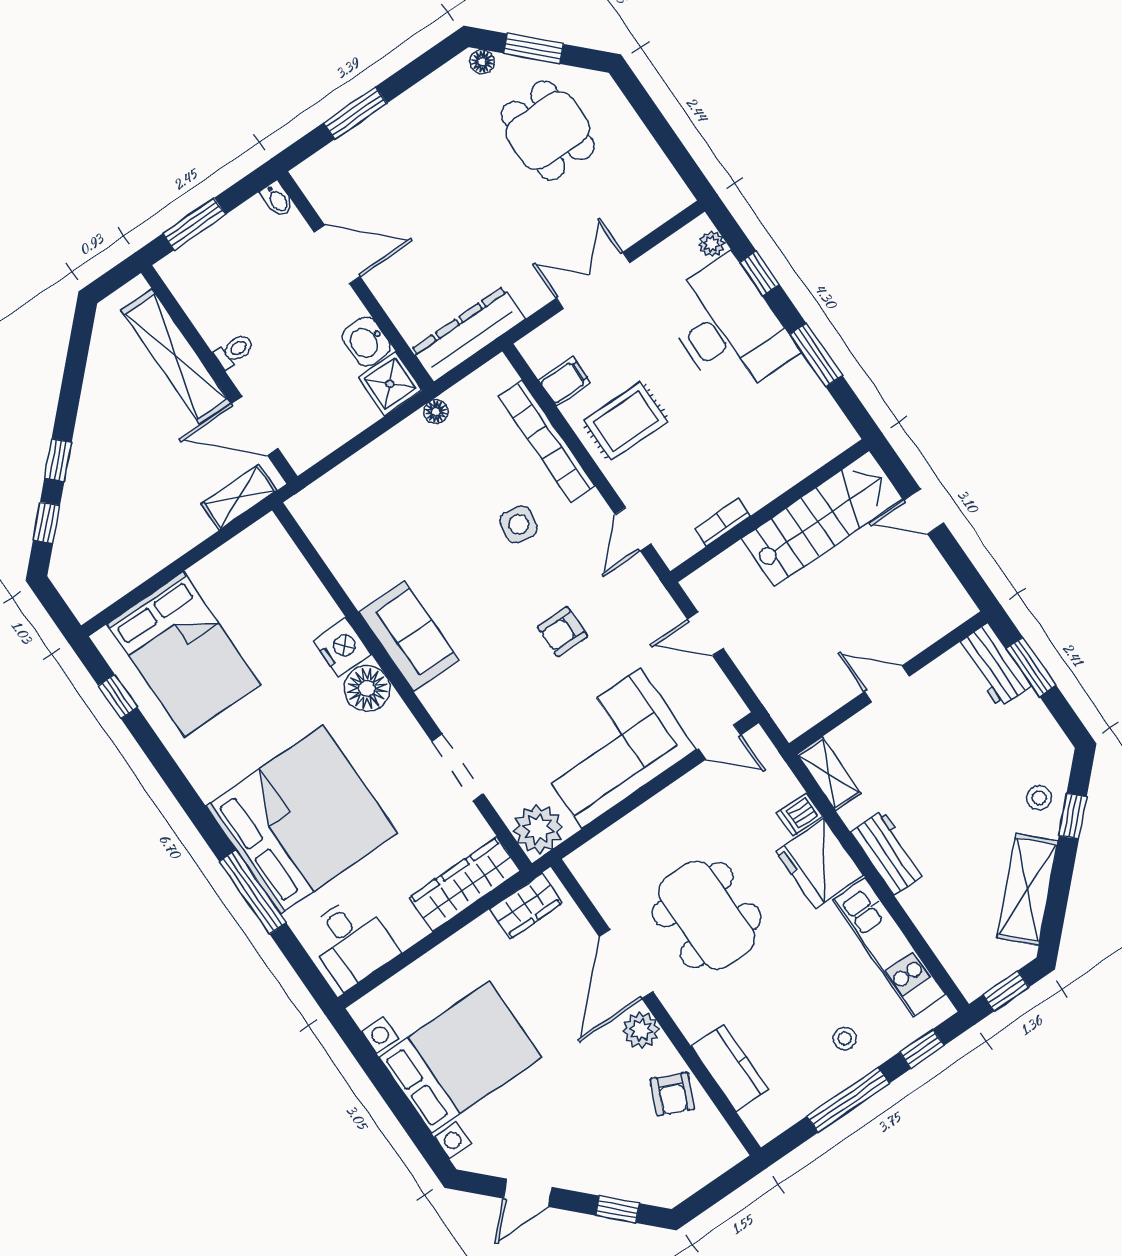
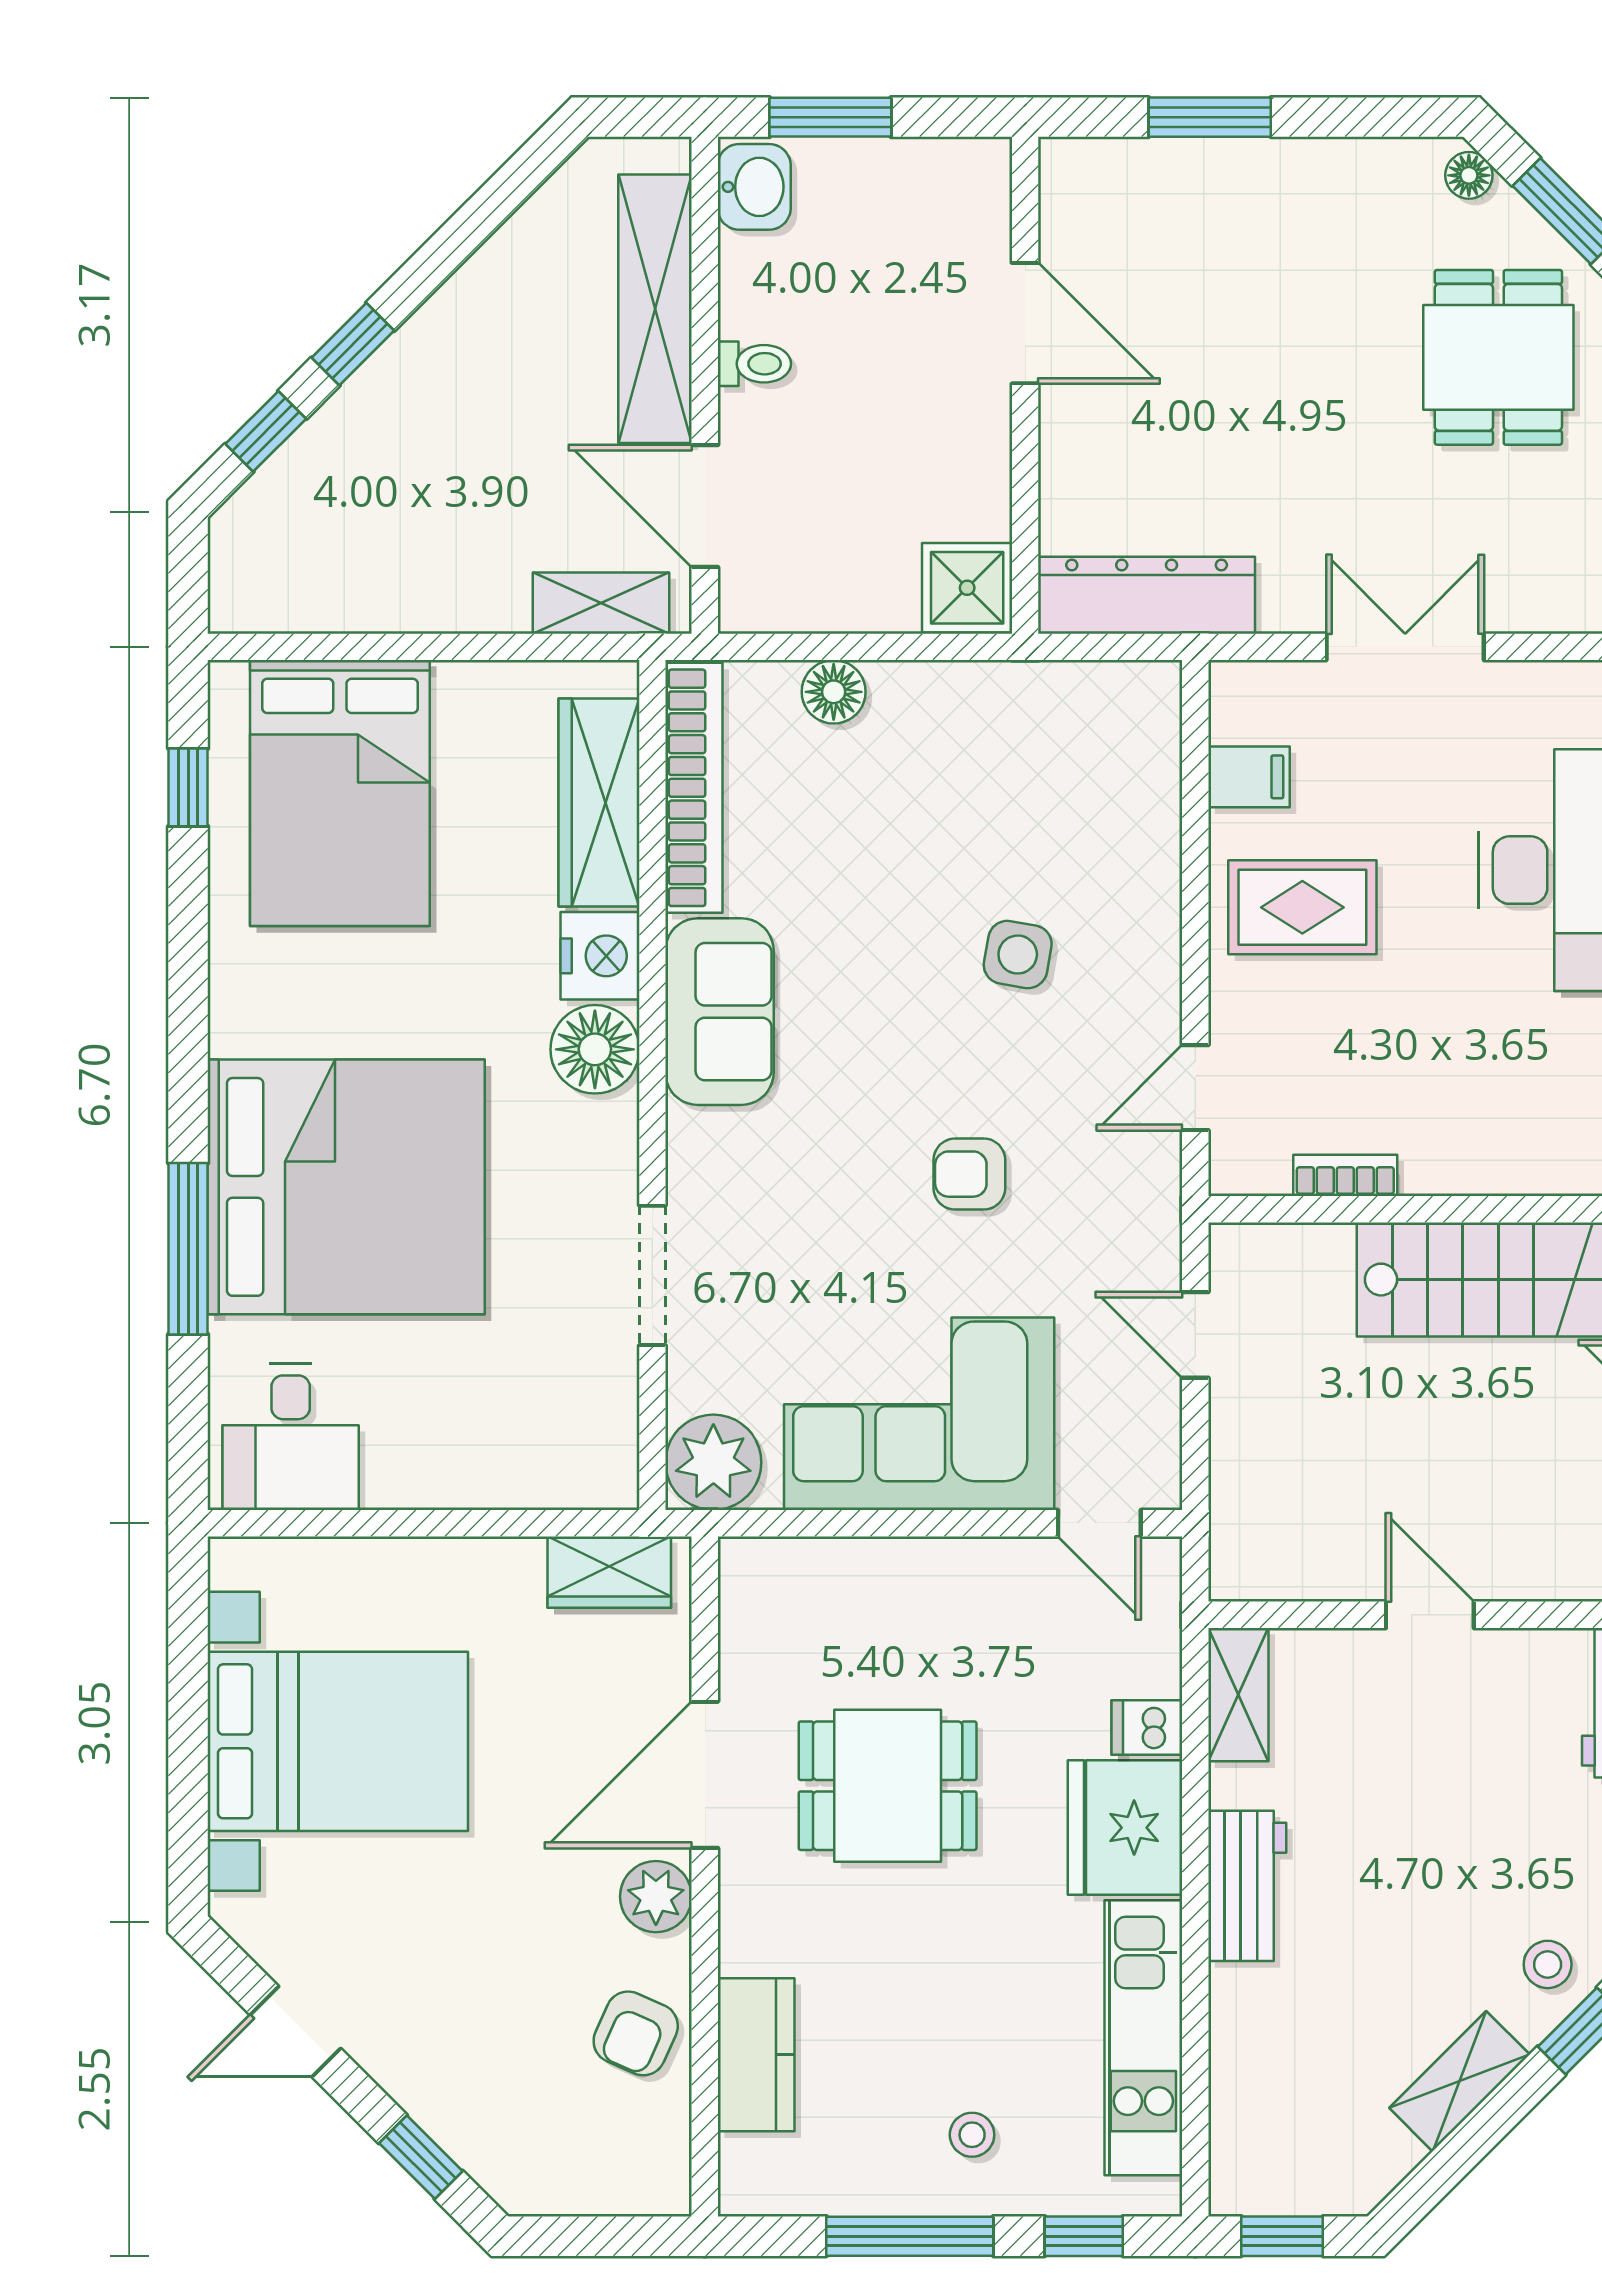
bidet: (277, 199) -> (990, 169), removed
washbasin: (366, 342) -> (754, 187), moved, turned 180
floor lamp: (436, 412) -> (834, 692), moved, width x1.37, depth x1.37
bookcase: (547, 441) -> (694, 788), moved, turned 180
wardrobe: (465, 884) -> (599, 803), moved, turned -90
shelving: (1027, 890) -> (1459, 2081), width x0.67, depth x0.75
dining table: (707, 915) -> (888, 1786), width x0.73

